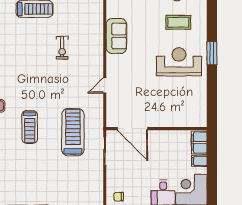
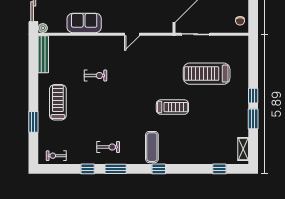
door: (105, 85) -> (132, 34), hinge flipped
treadmill: (73, 132) -> (207, 74), moved

